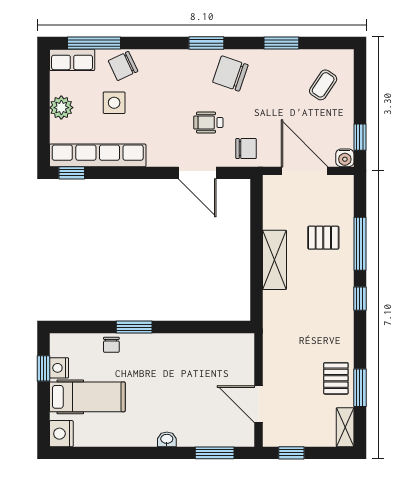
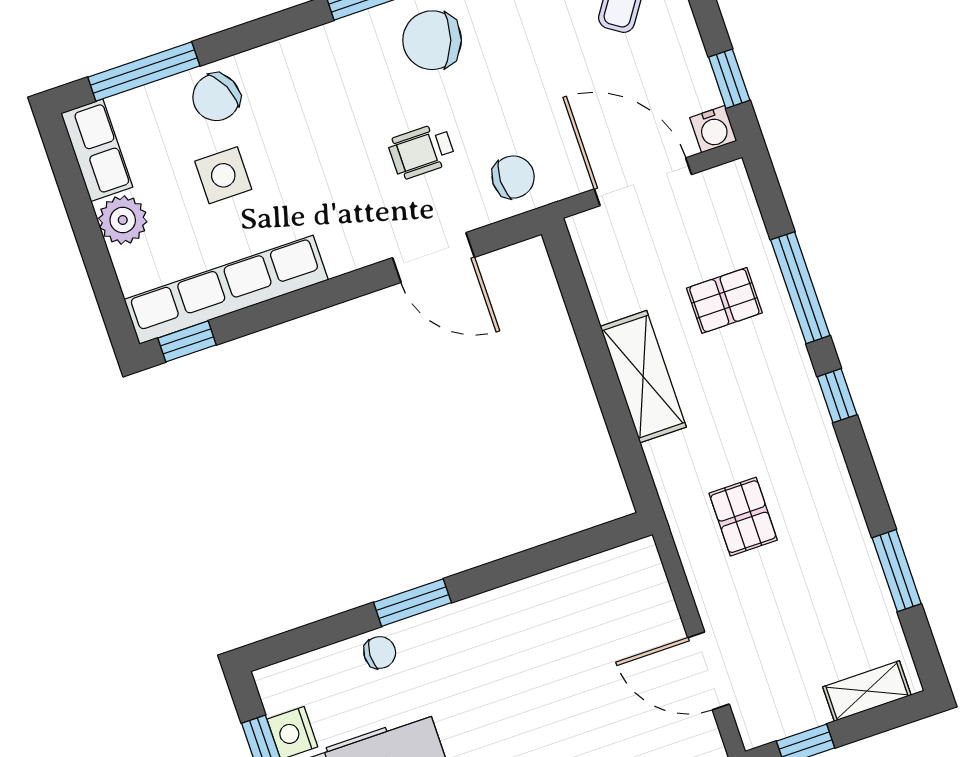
row of seats: (72, 60) -> (97, 150), moved, turned -90
chair: (111, 345) -> (380, 652), turned -88
pallet: (336, 378) -> (743, 517), moved
shelving: (345, 427) -> (867, 691), moved, turned 90

